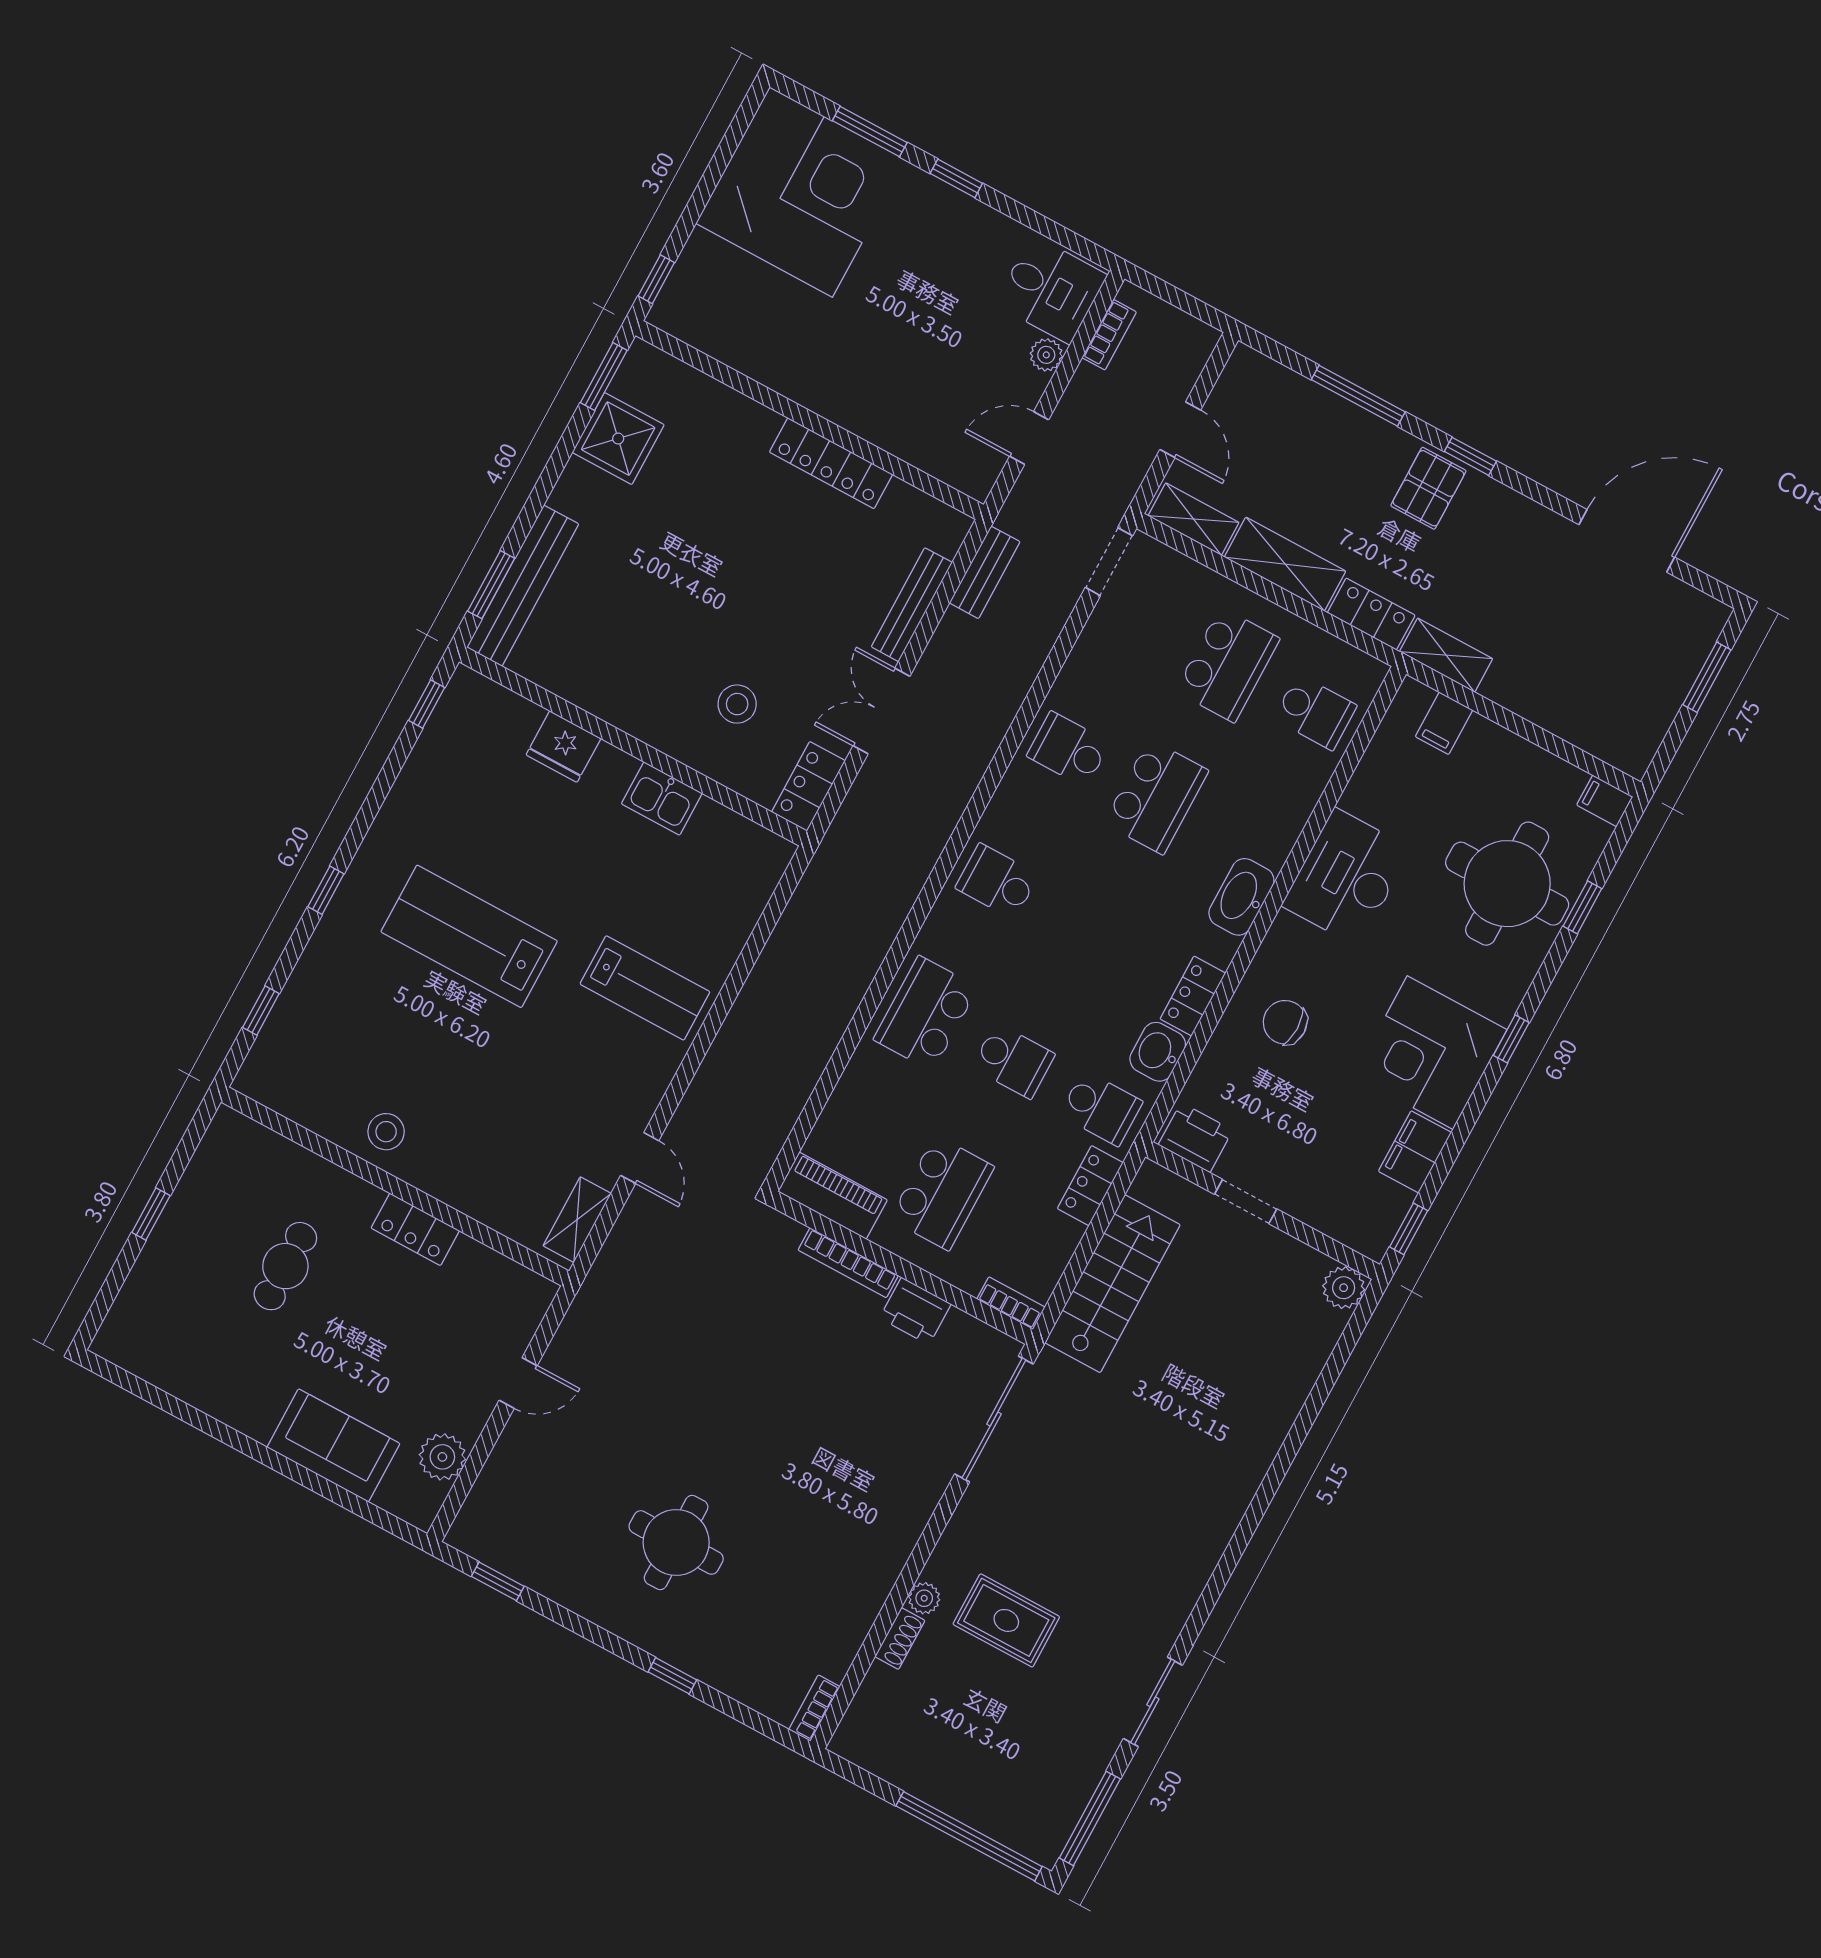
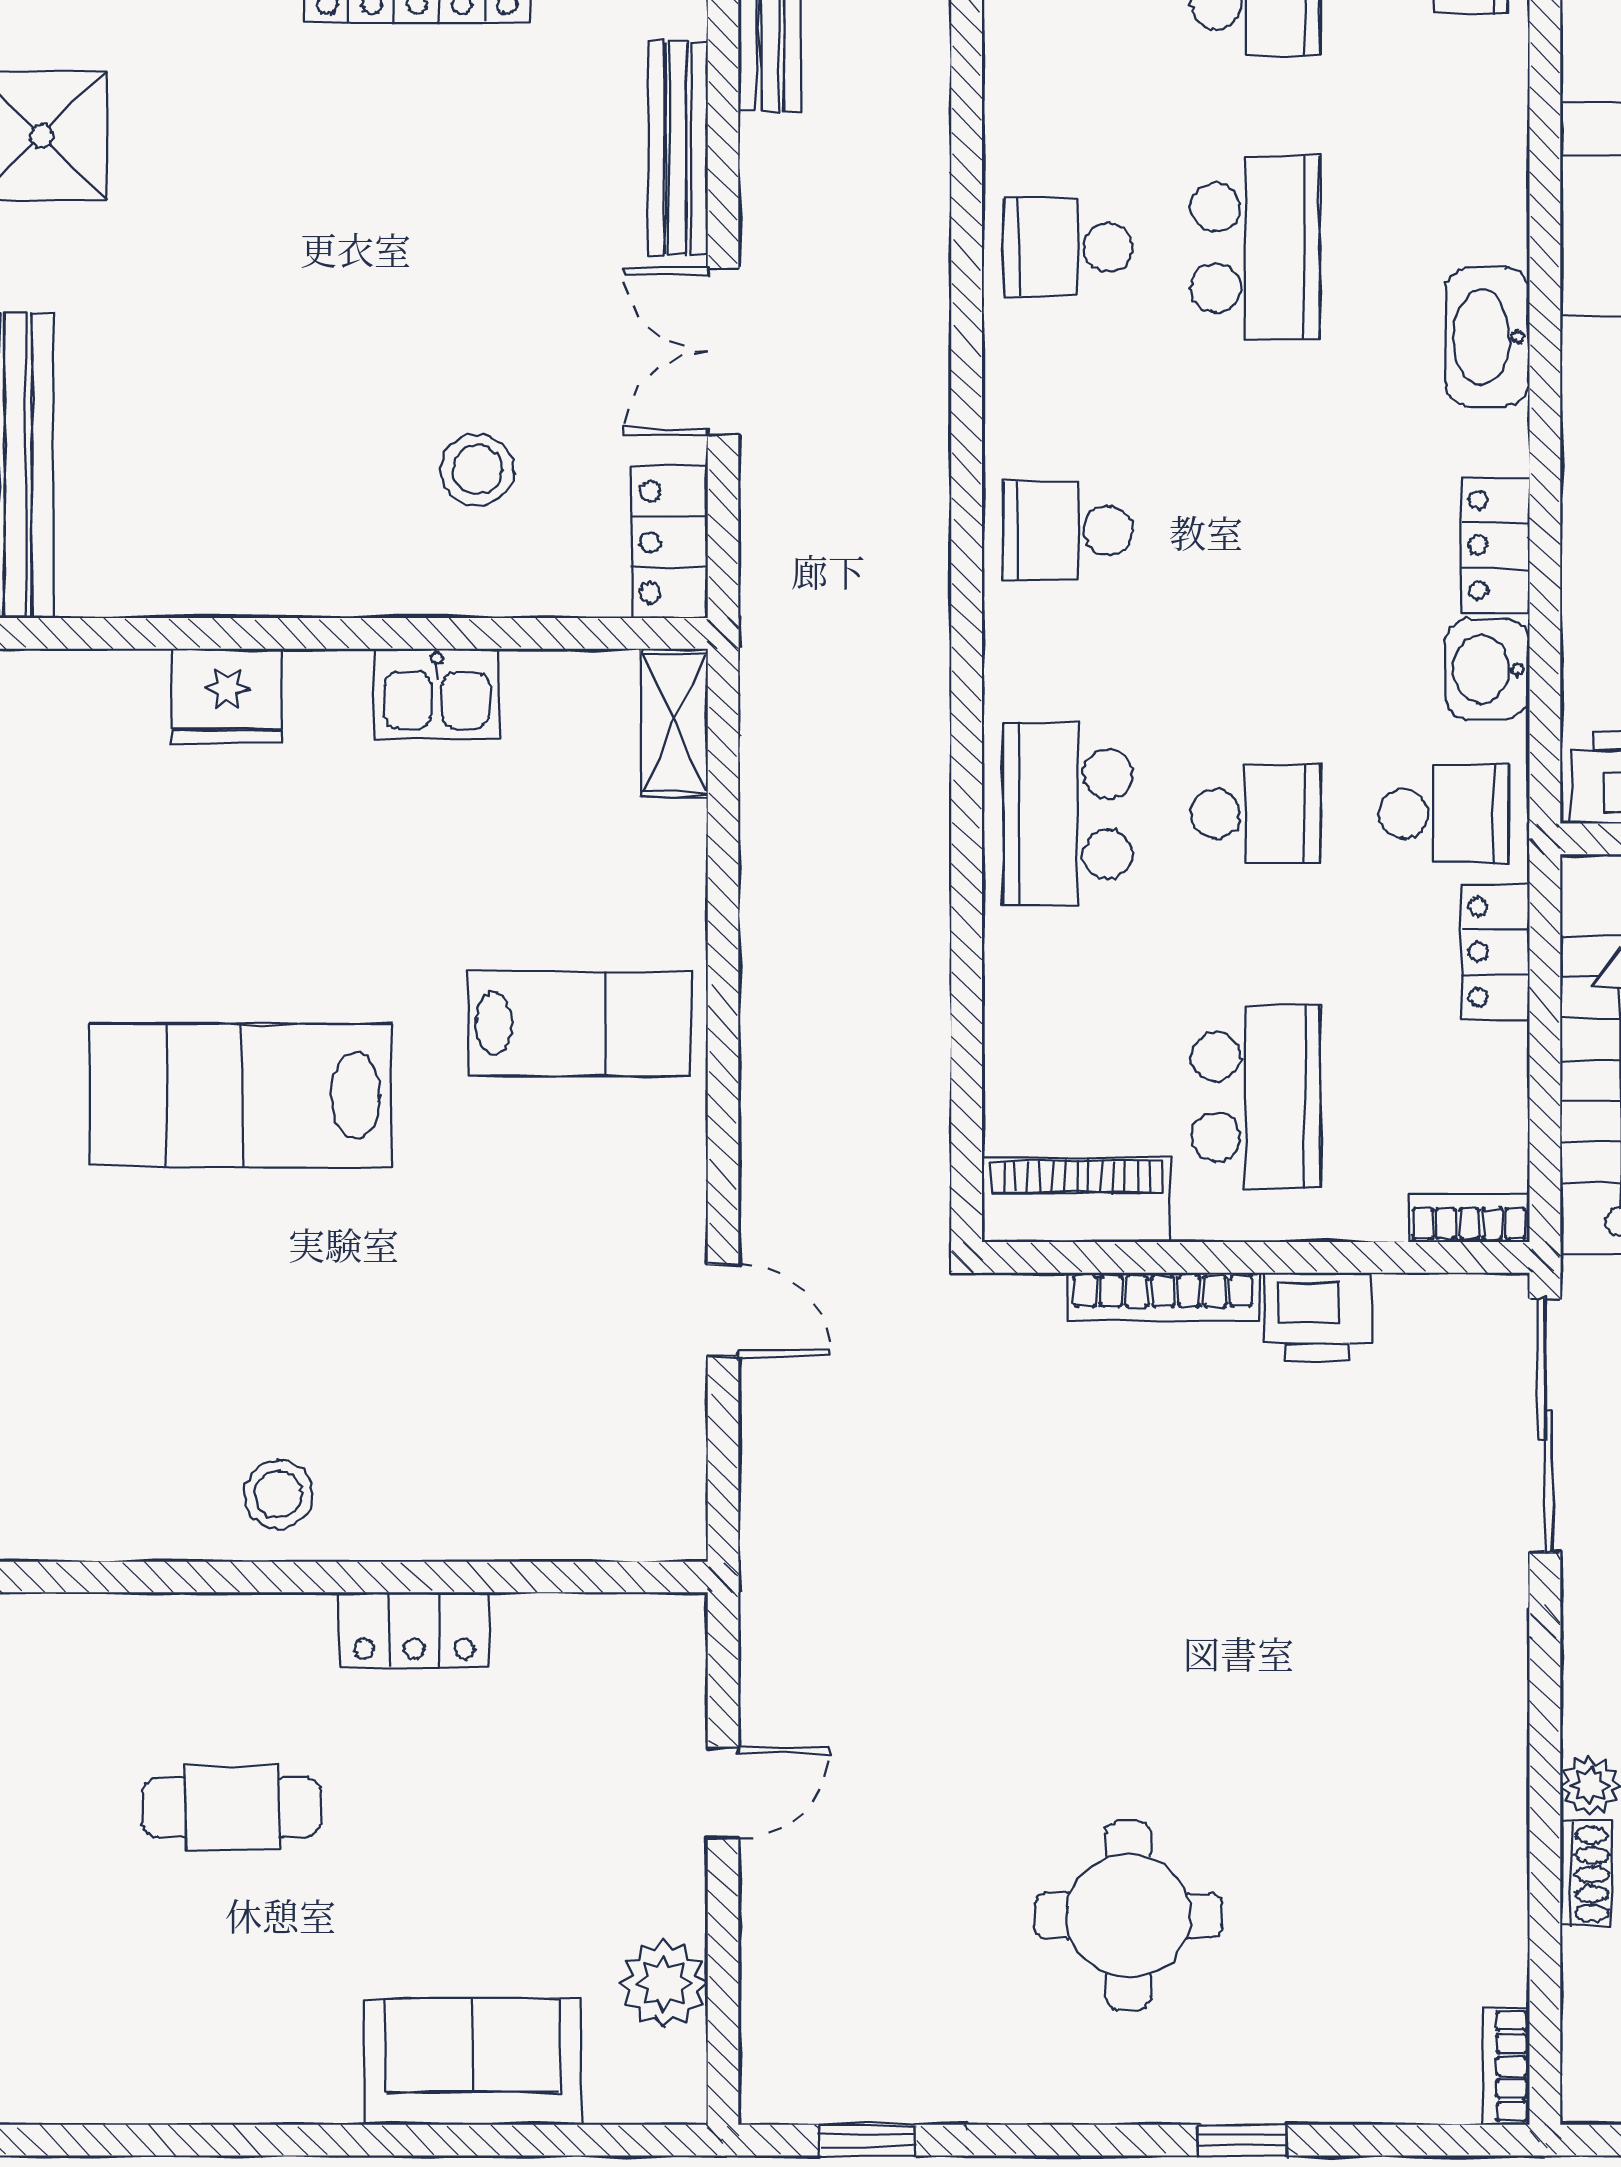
shelving: (577, 1220) -> (674, 723), moved
cafe table: (285, 1266) -> (232, 1808), turned 90

